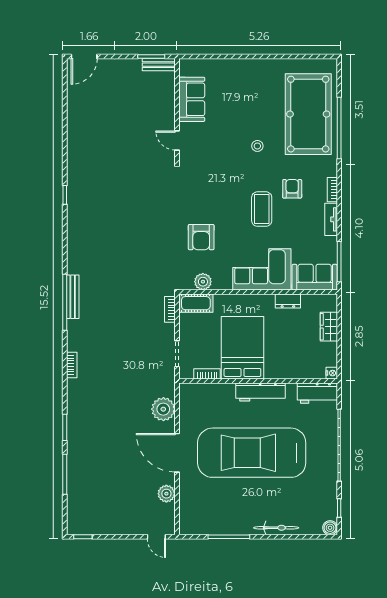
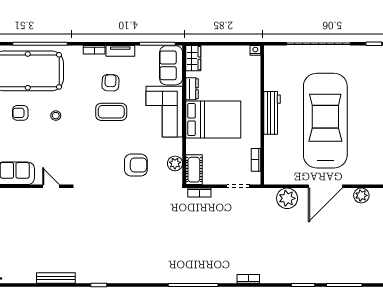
armchair: (260, 106) -> (20, 113), added
door: (177, 141) -> (51, 186), swing flipped
armchair: (292, 189) -> (110, 83), moved, turned 93
bench: (73, 297) -> (56, 278), moved
wardrobe: (329, 327) -> (193, 58), moved, turned -90
bed: (242, 348) -> (213, 119), moved, turned 180
workbench: (317, 393) -> (273, 63), removed
car: (252, 453) -> (325, 121), turned 180

